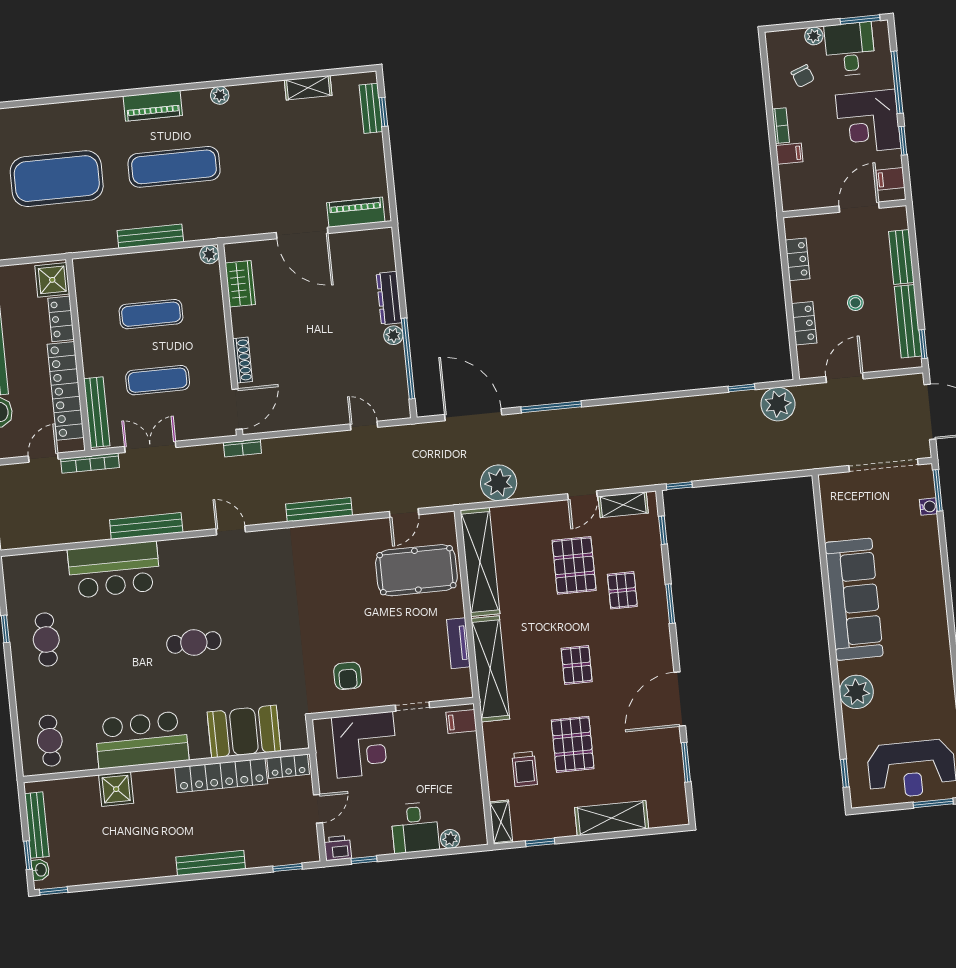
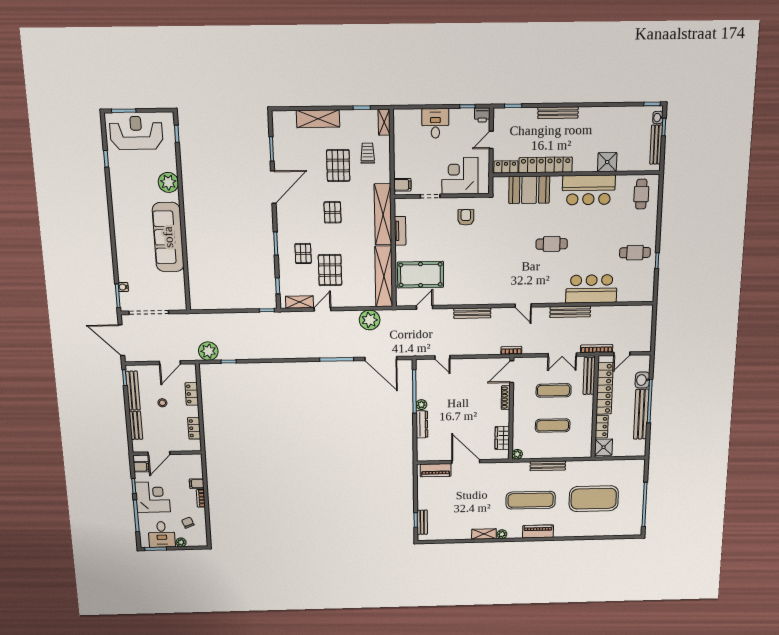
shelving: (308, 88) -> (484, 534), moved
cafe table: (46, 640) -> (635, 253), turned 90
plant: (450, 839) -> (415, 115), removed

